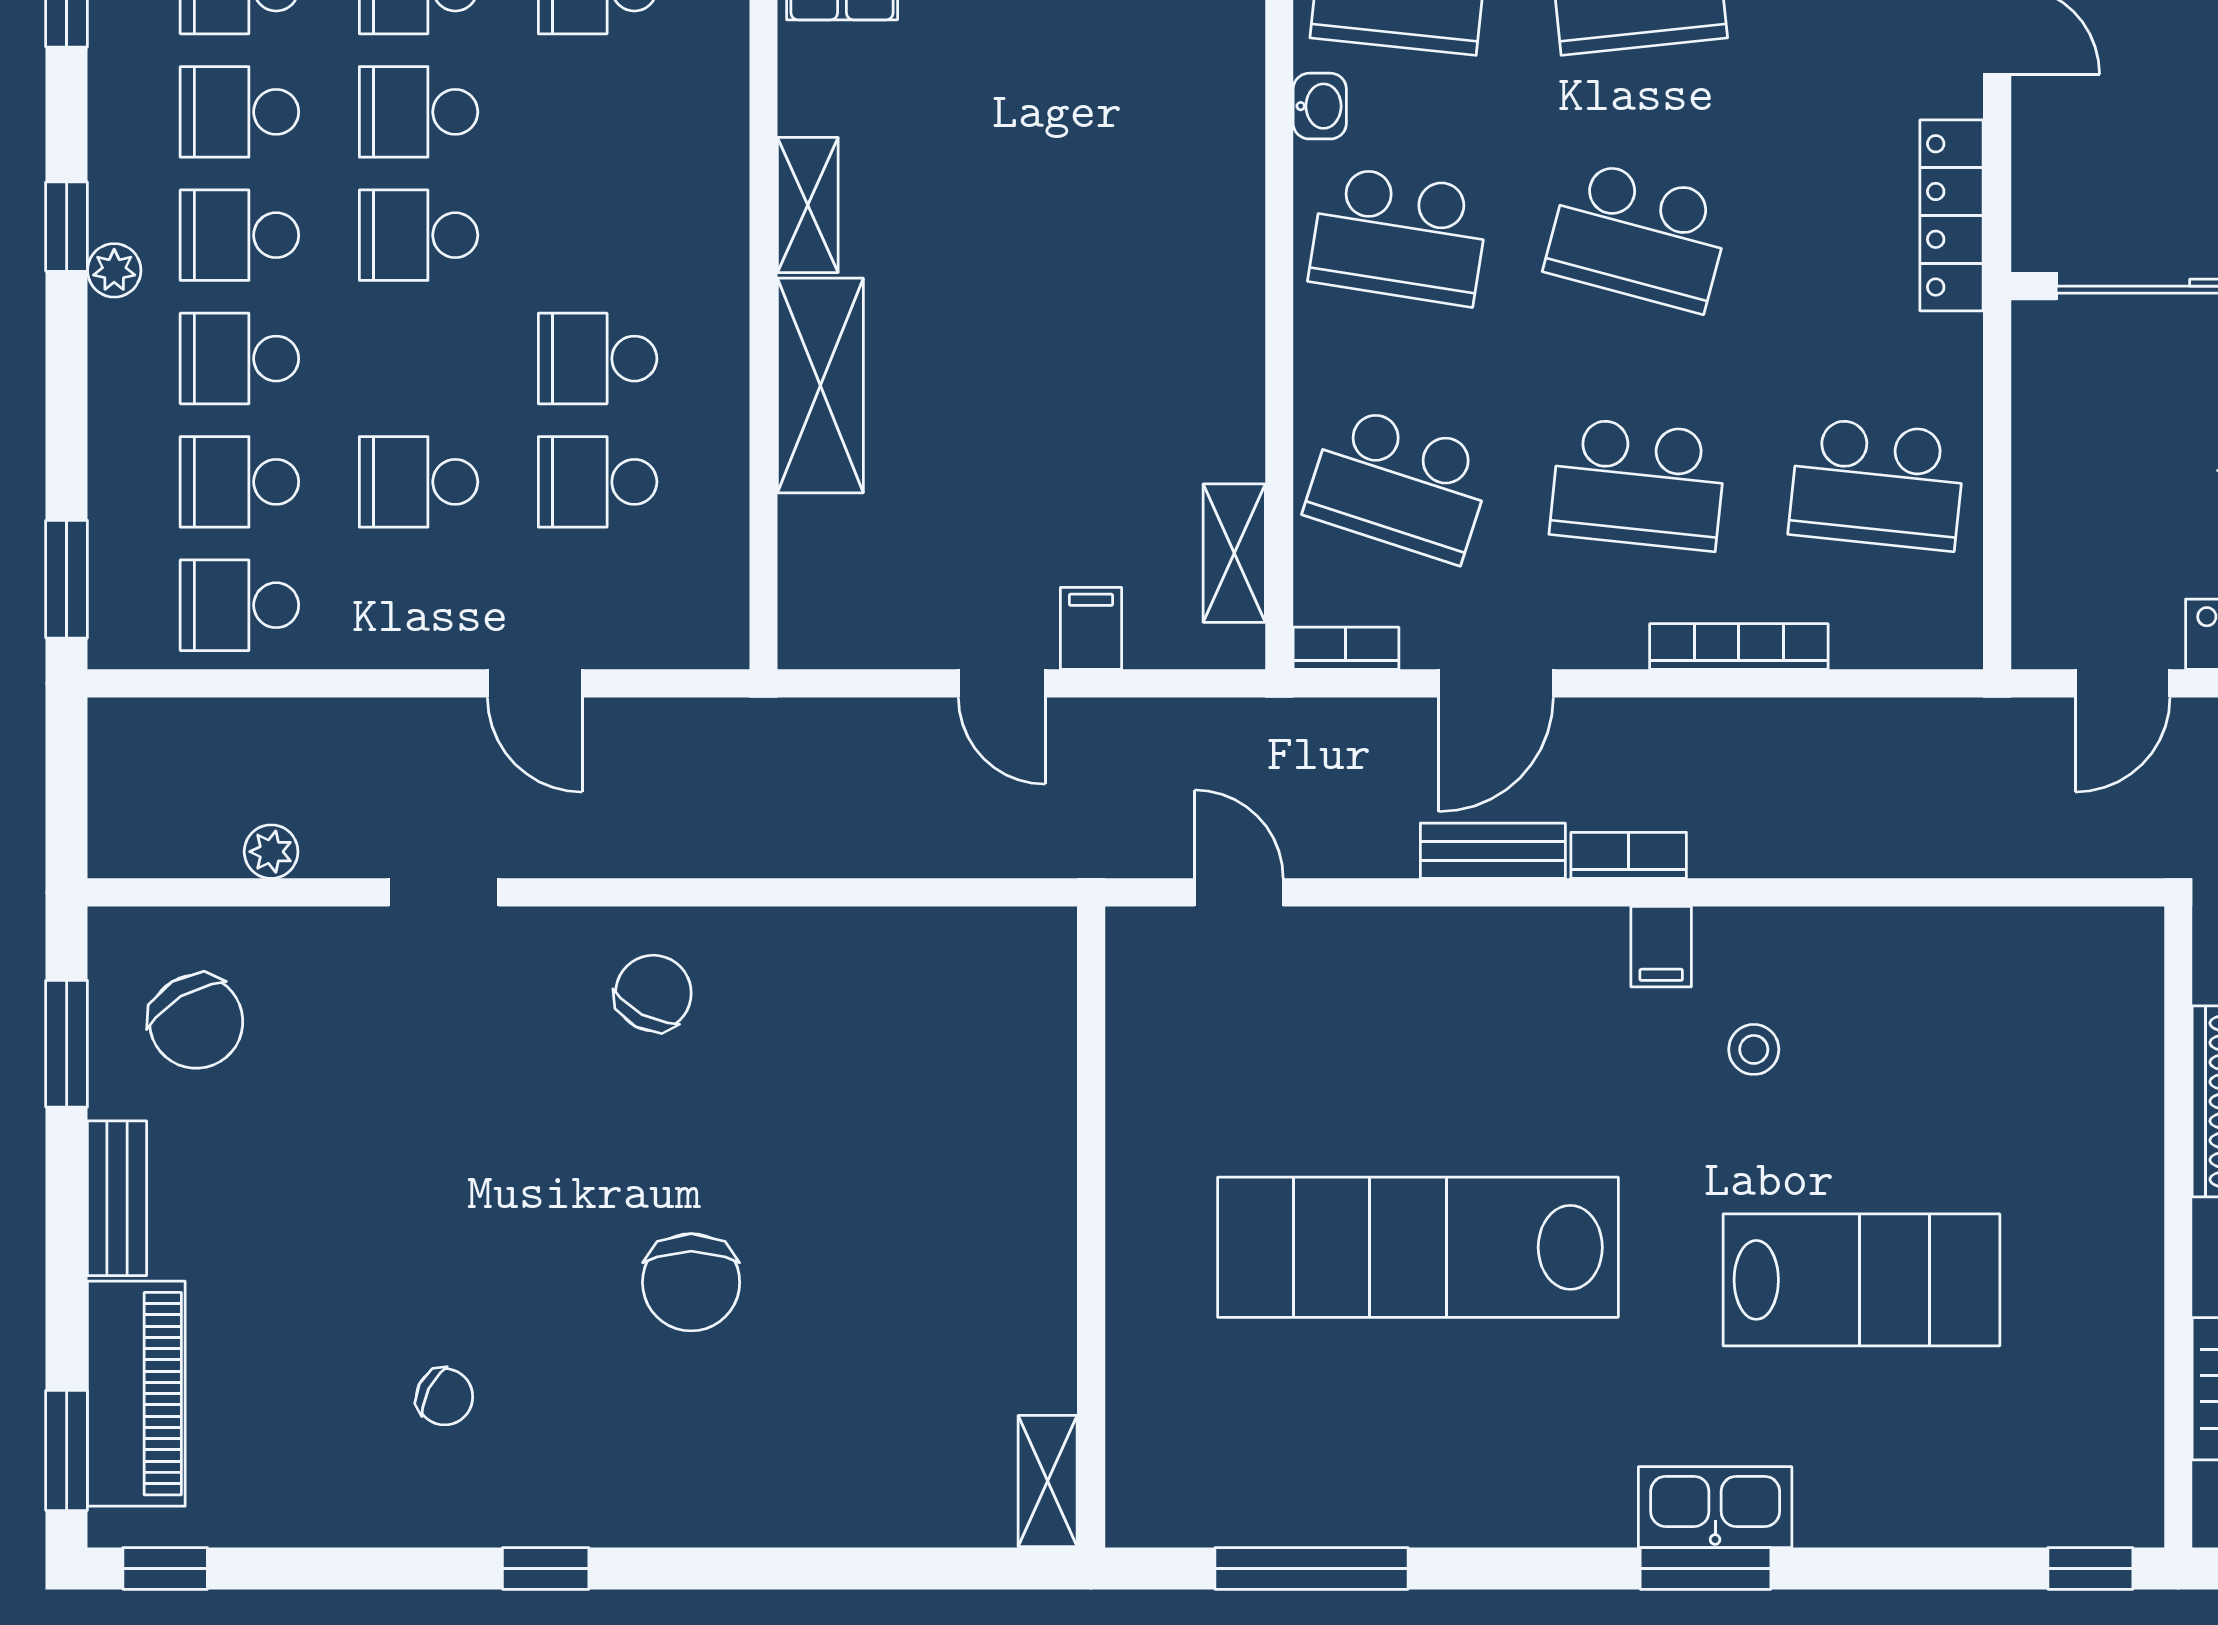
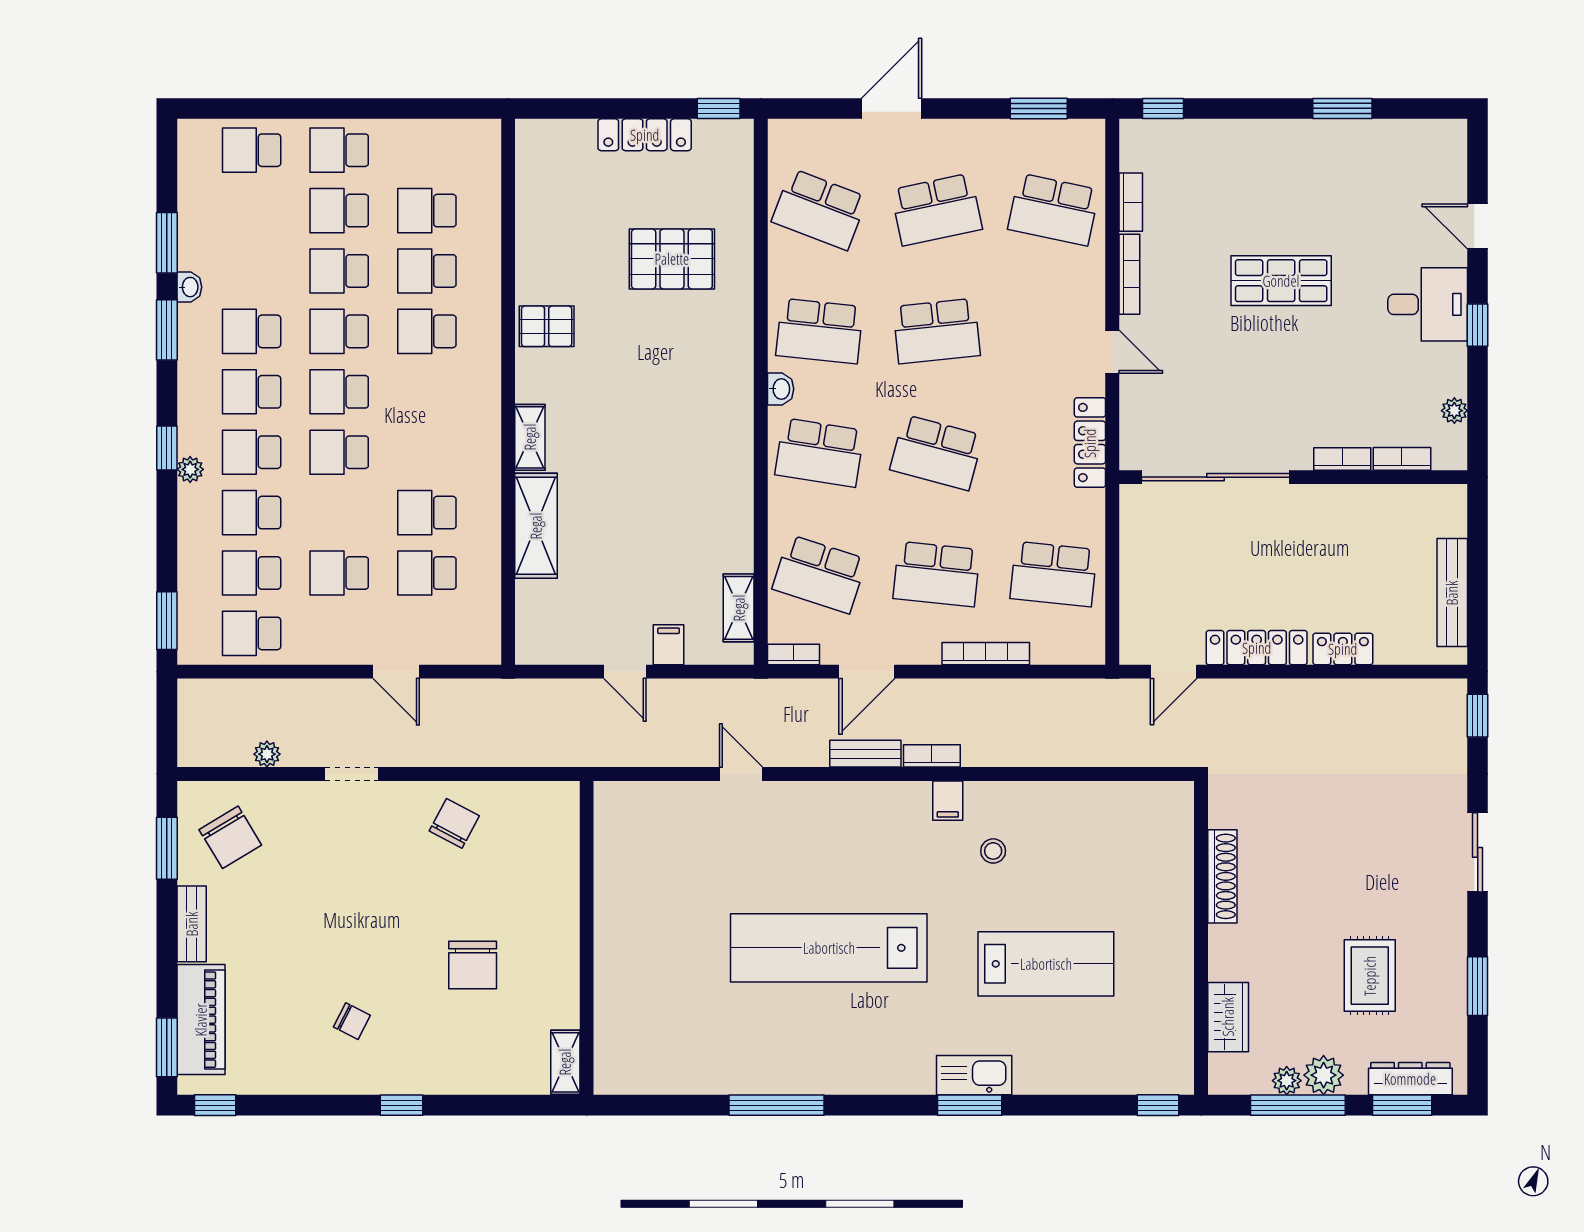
wall: (1091, 1227) -> (587, 938), moved
shelving: (1048, 1481) -> (565, 1062), moved

